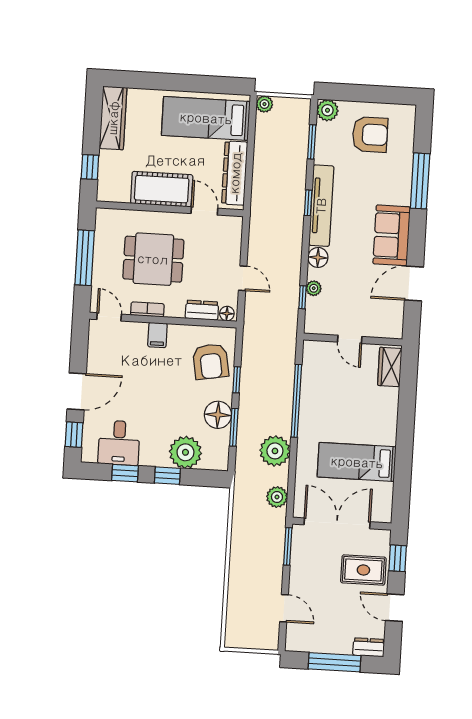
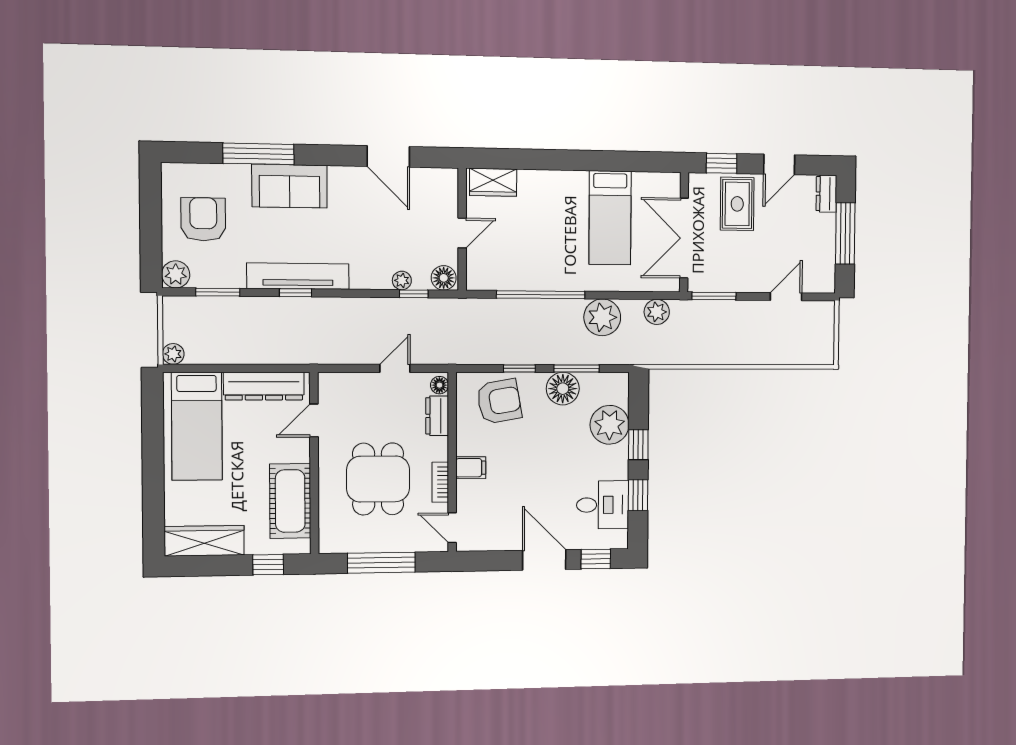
cot: (162, 189) -> (290, 501), moved
sofa: (392, 235) -> (290, 186), moved
floor lamp: (318, 257) -> (444, 278), moved
door: (109, 317) -> (452, 528), hinge flipped

